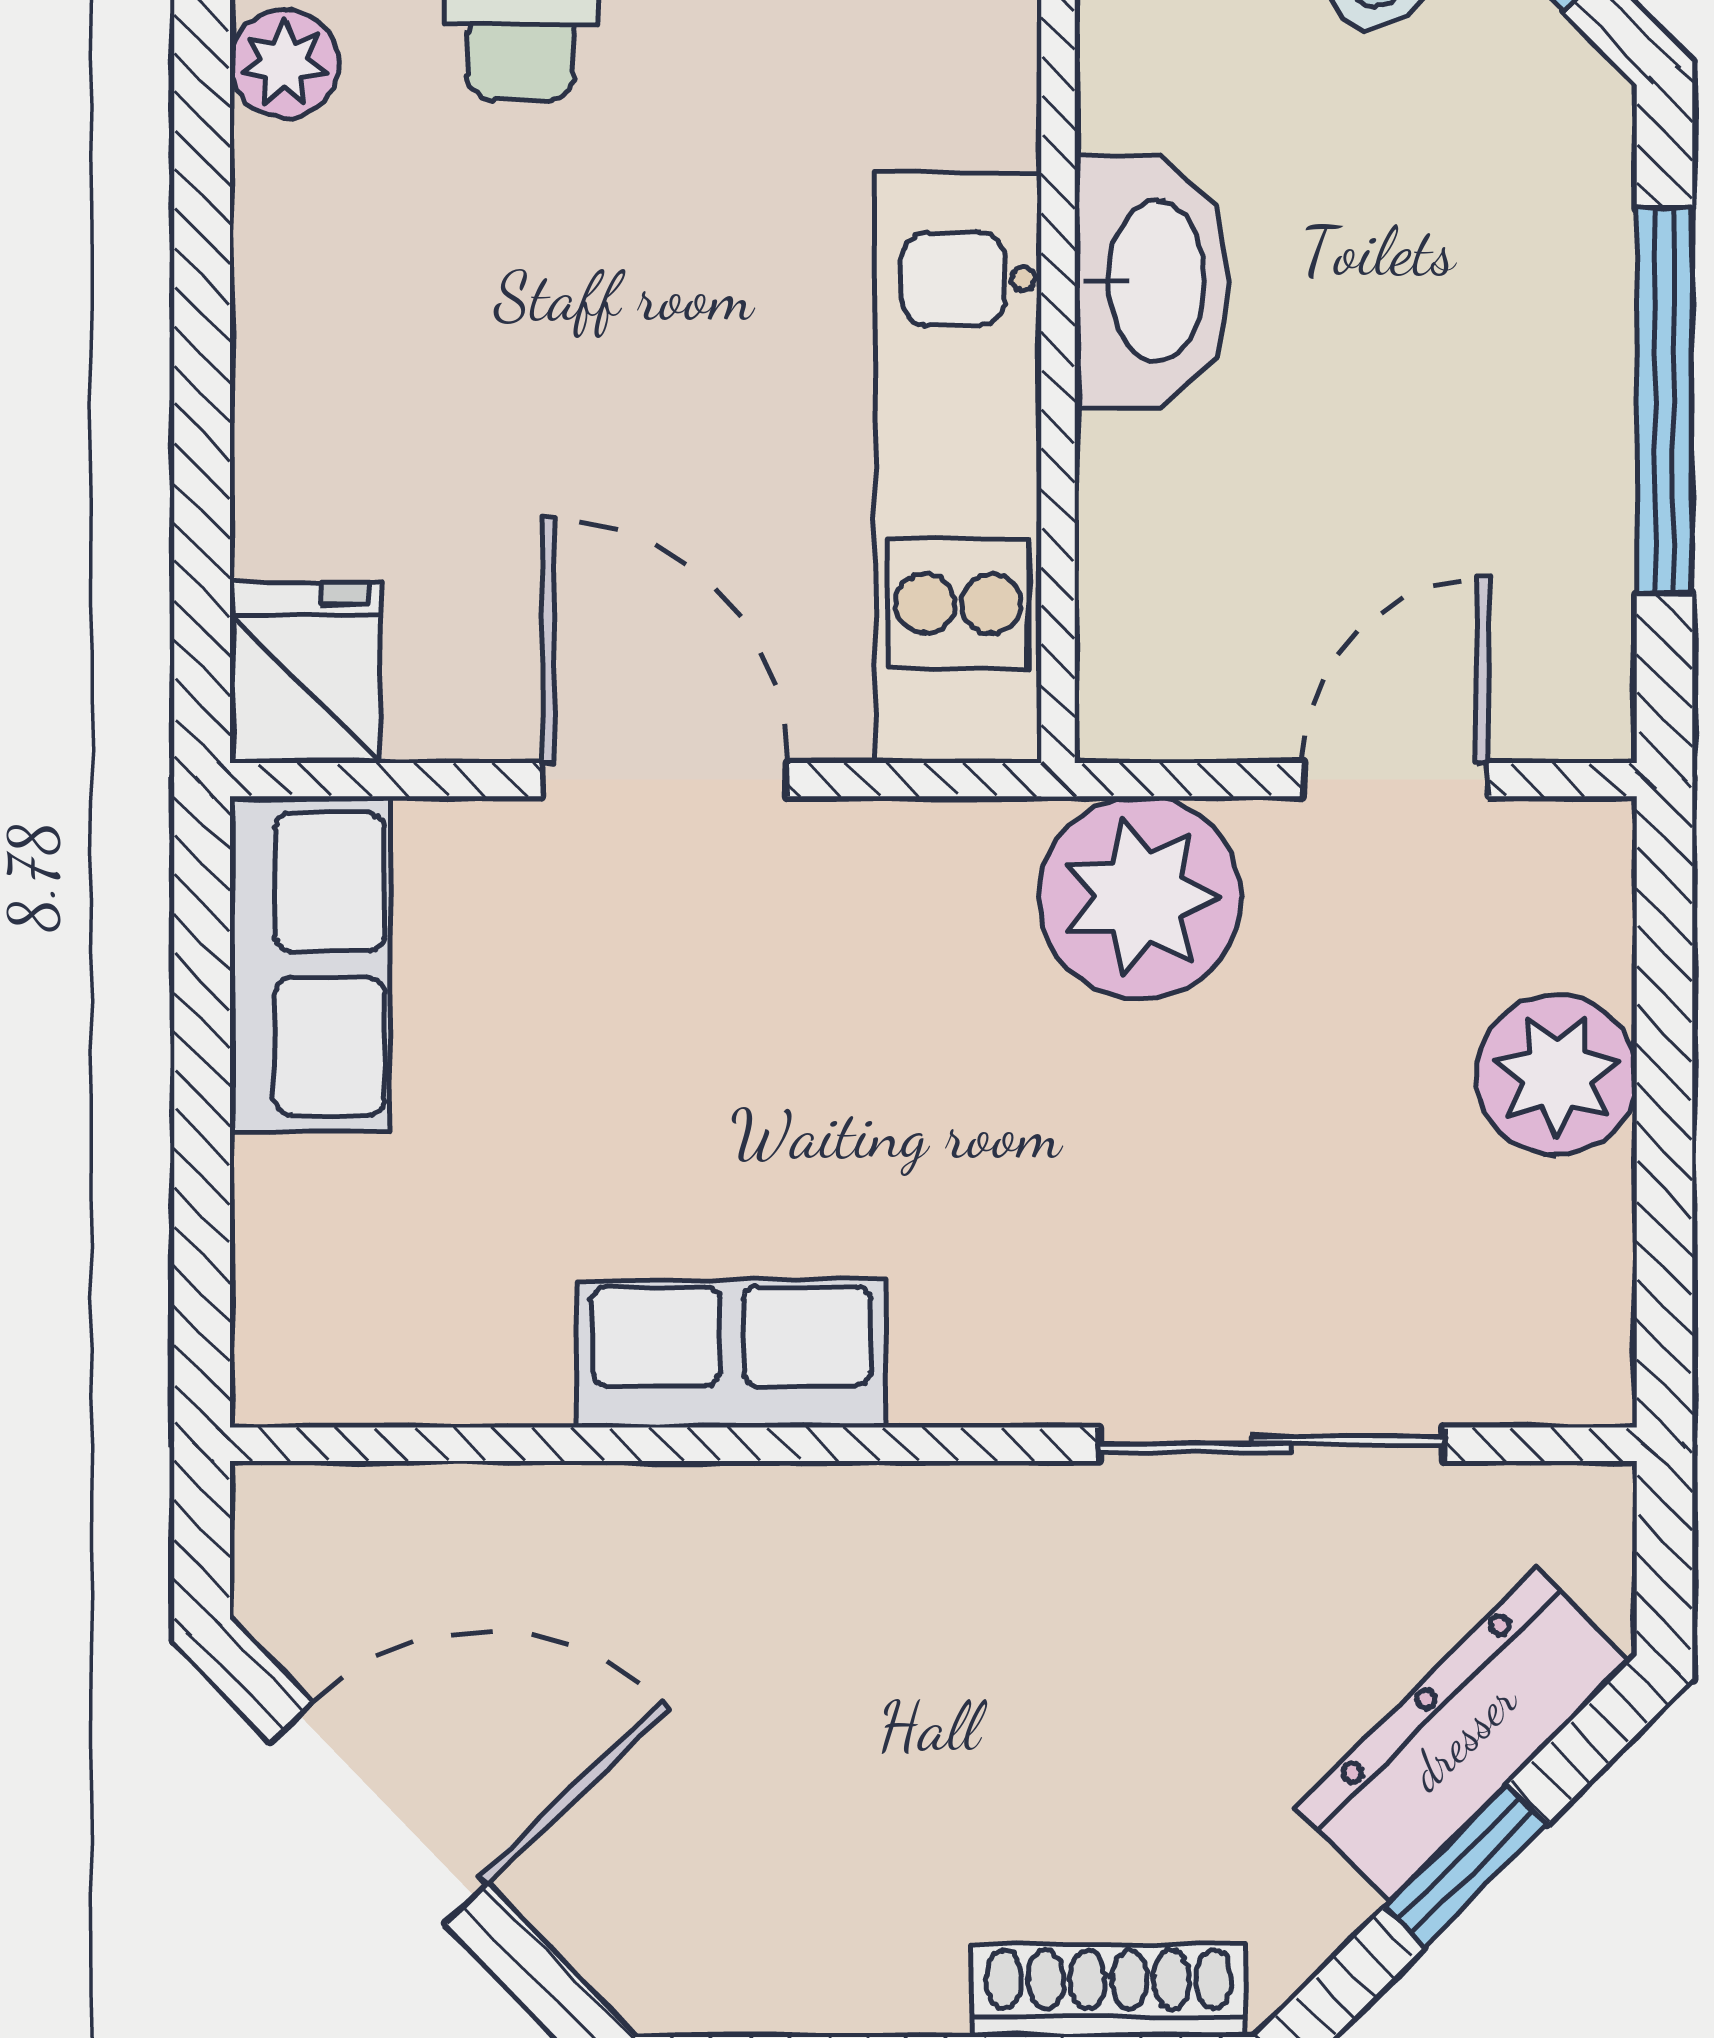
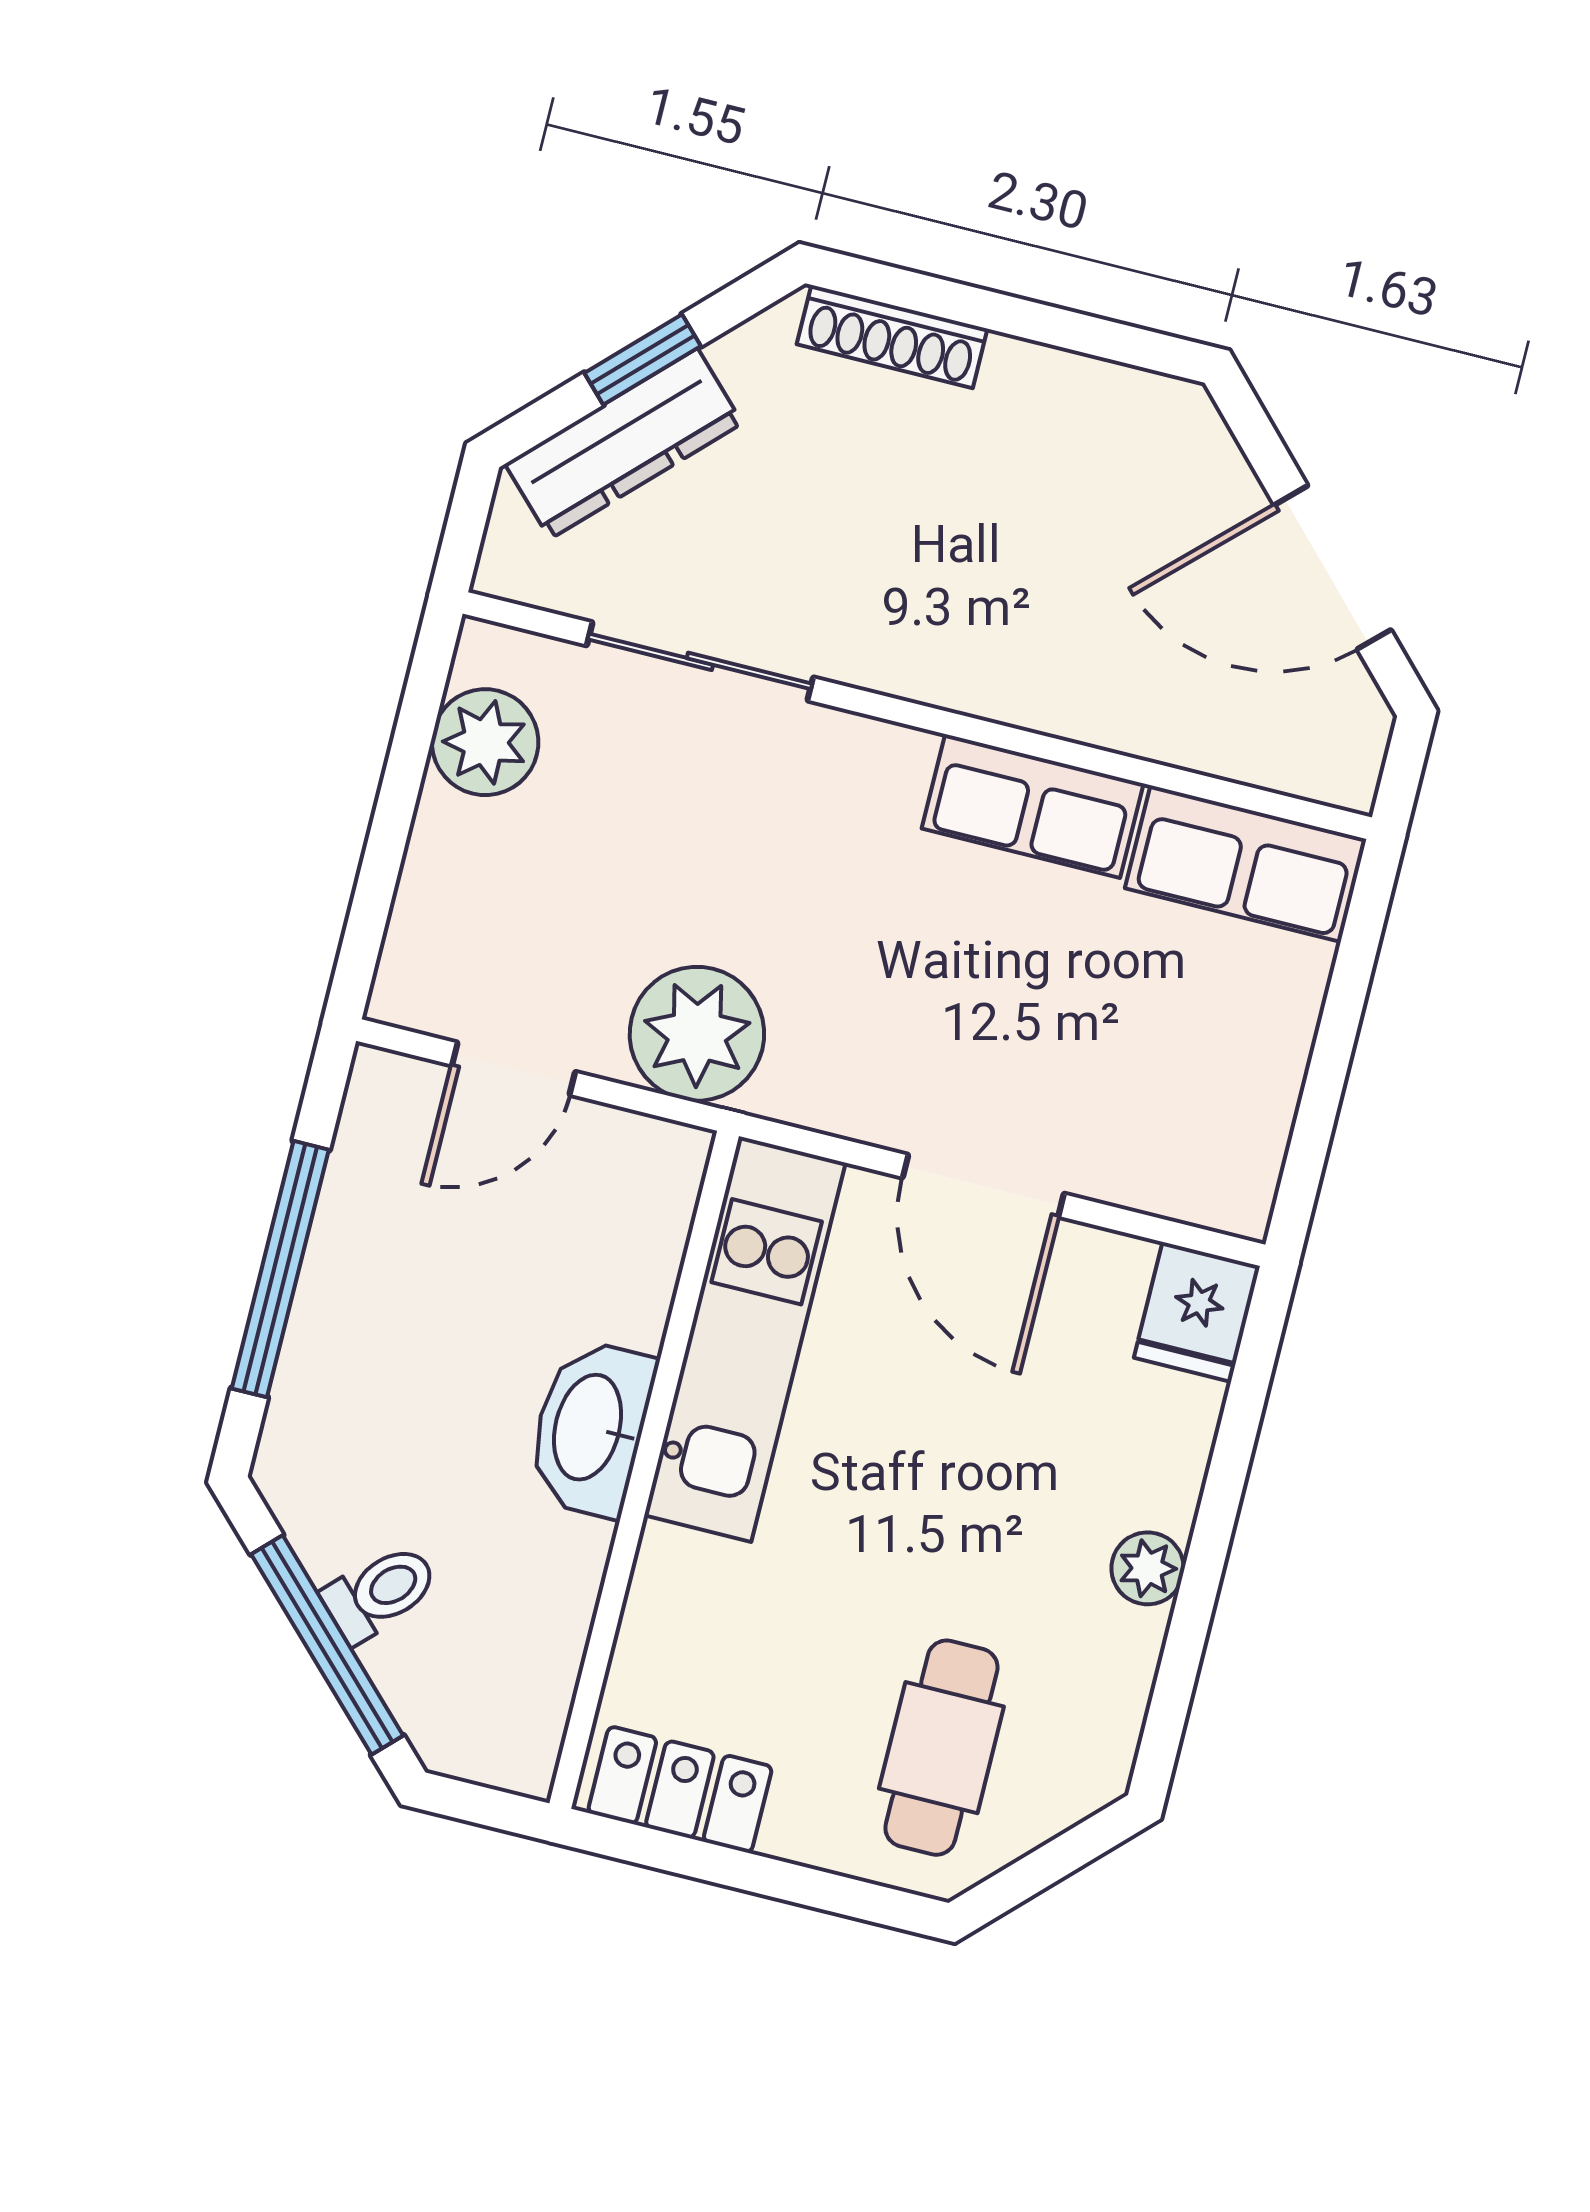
plant: (284, 64) -> (1148, 1568), moved
row of seats: (310, 964) -> (1246, 864), moved, turned -90
plant: (1557, 1075) -> (485, 742), moved

